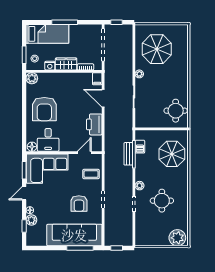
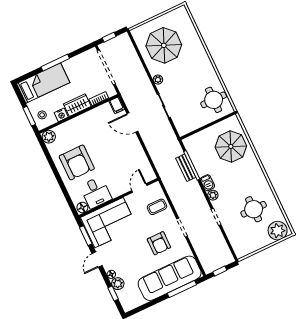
printer: (94, 124) -> (136, 154), removed
barbecue: (140, 147) -> (207, 183), moved
round table: (162, 201) -> (254, 209), moved

